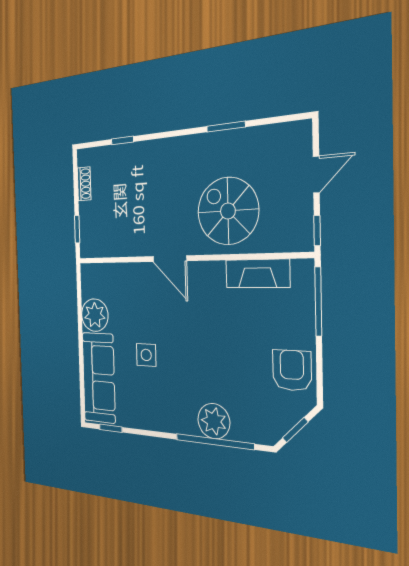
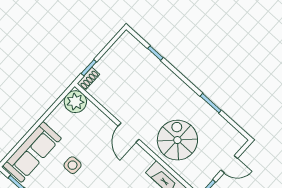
shoe rack: (84, 184) -> (88, 79), moved
plant: (95, 315) -> (75, 102), moved

